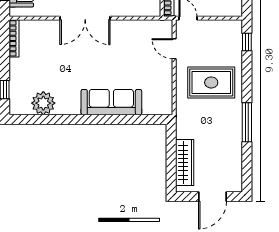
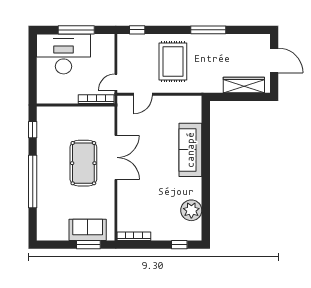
double door: (85, 18) -> (116, 157), moved

